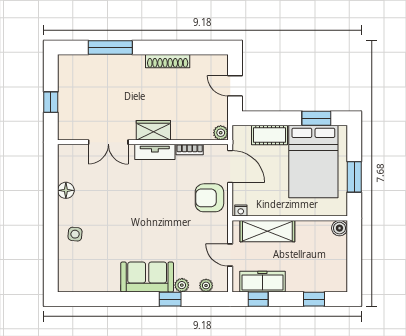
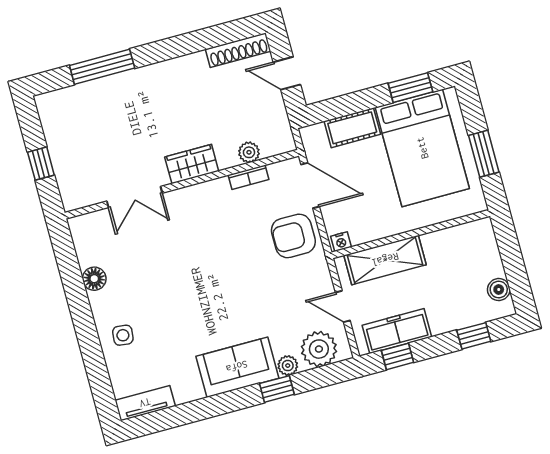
shoe rack: (168, 61) -> (238, 50), moved
plant: (221, 133) -> (249, 152), moved
tv unit: (155, 152) -> (145, 403), moved, turned 180
boiler: (339, 228) -> (499, 290), moved
plant: (206, 285) -> (319, 349), width x1.88, depth x1.88

